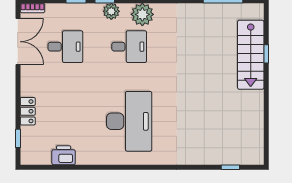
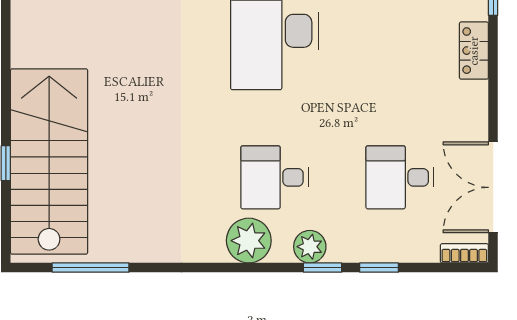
stairs: (251, 55) -> (49, 161), width x1.36, depth x1.51

